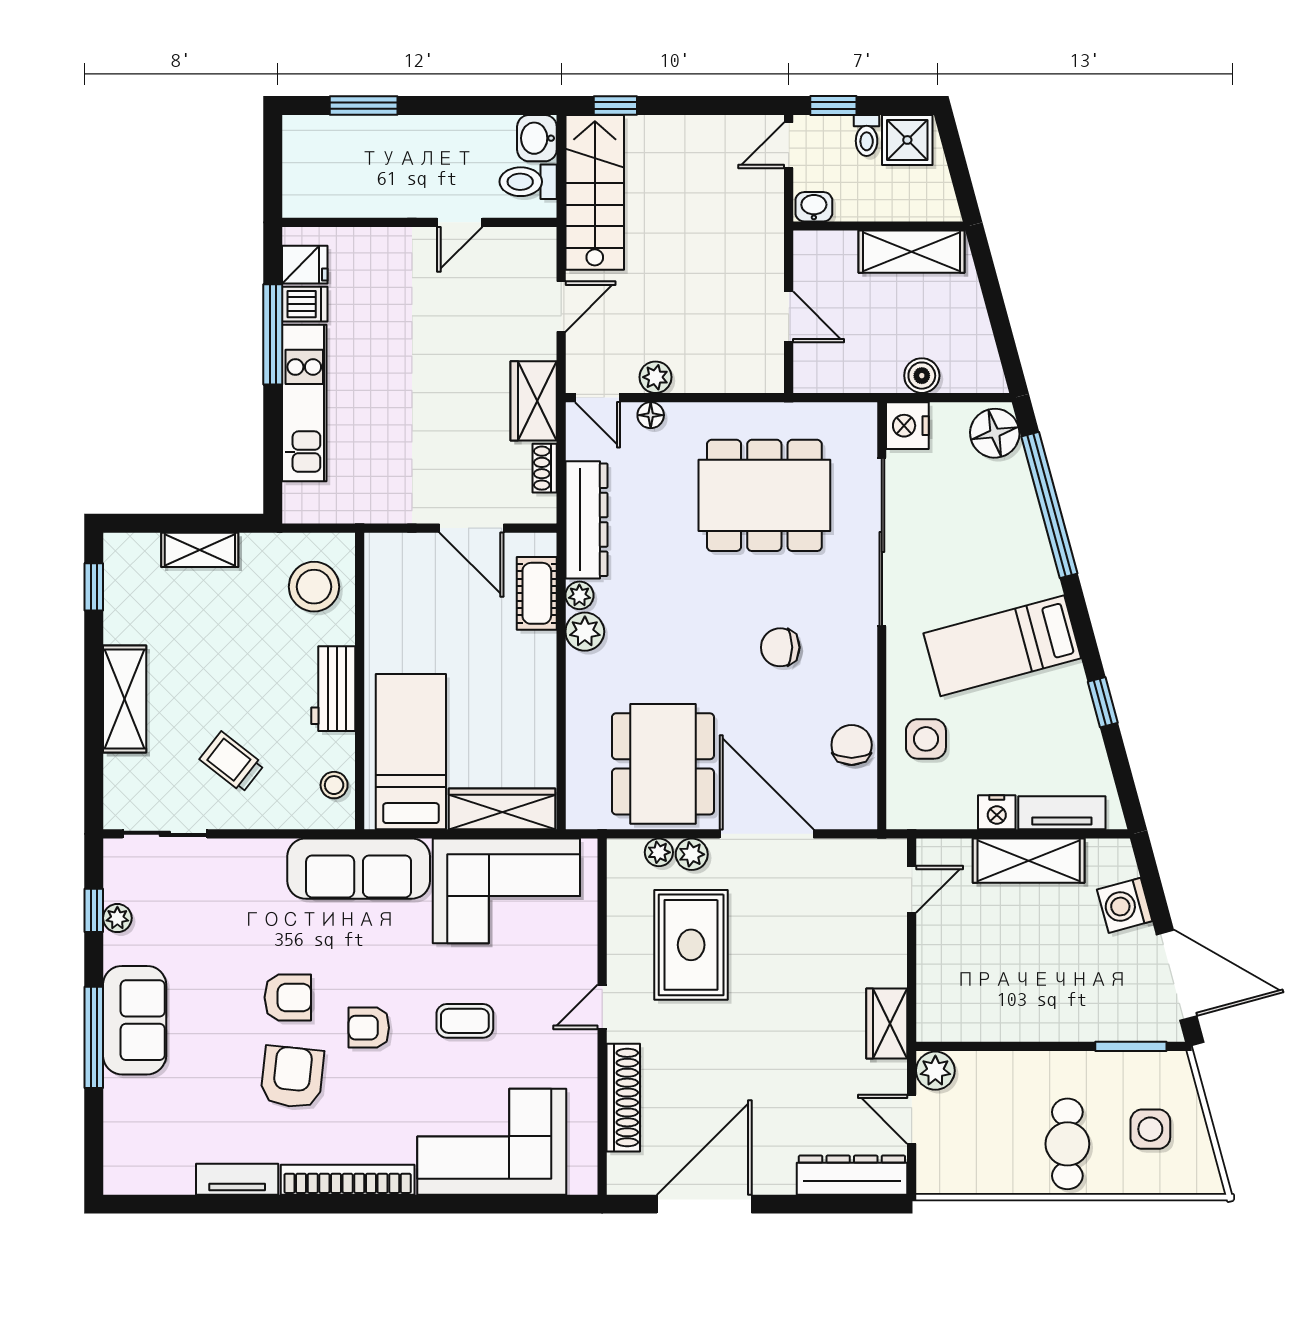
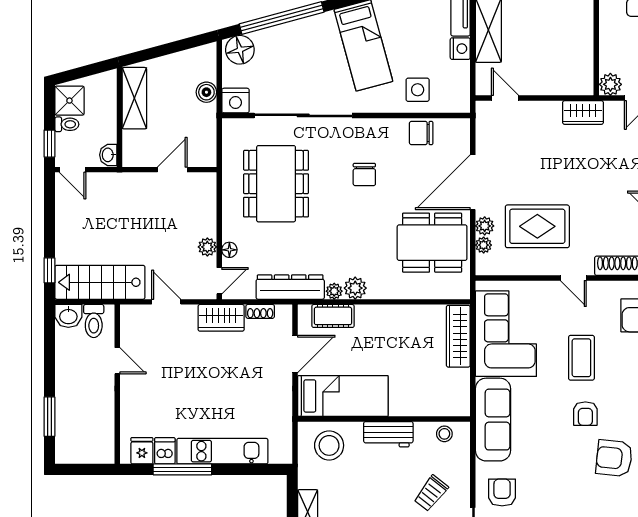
bed: (411, 752) -> (343, 396), moved, turned 180
armchair: (288, 997) -> (502, 493), moved
coffee table: (465, 1021) -> (581, 358), width x1.36, depth x1.30

